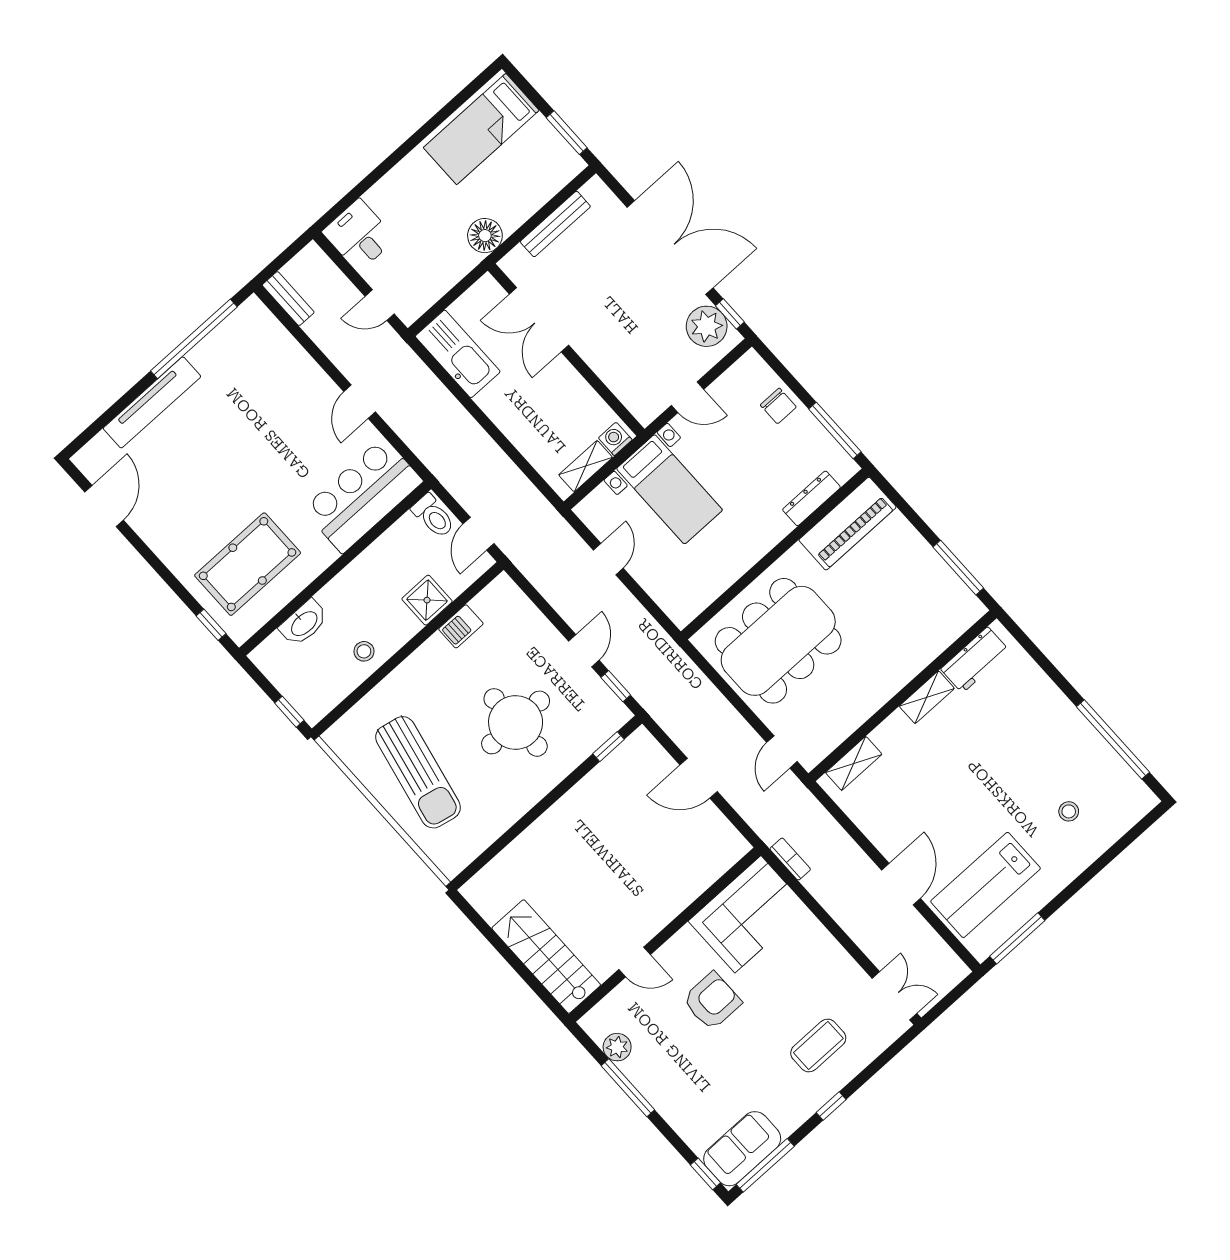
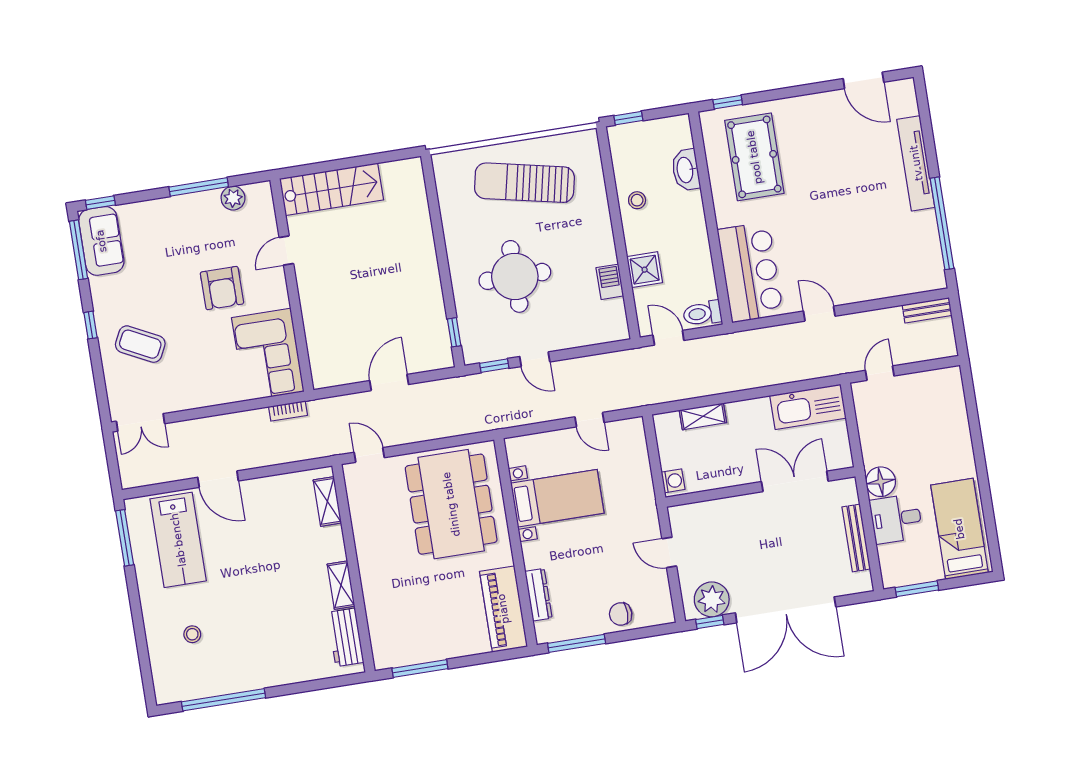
desk: (359, 235) -> (896, 519), moved, turned 180
door: (687, 397) -> (669, 552), hinge flipped
shelving: (586, 466) -> (703, 416), moved, turned 90
bed with nightstands: (670, 489) -> (557, 498), moved, turned 180
lab bench: (986, 885) -> (178, 540), turned 180
coffee table: (818, 1045) -> (140, 344), turned -63

